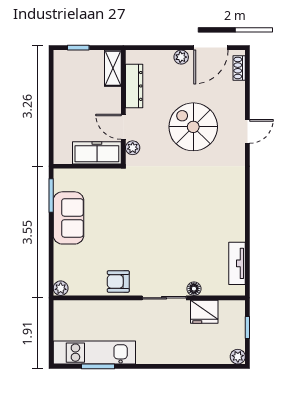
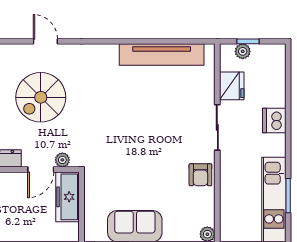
tv unit: (237, 263) -> (162, 54), width x1.92, depth x1.29
floor lamp: (194, 289) -> (208, 97), removed
dishwasher: (171, 353) -> (274, 121), added
plant: (238, 357) -> (243, 51), moved

